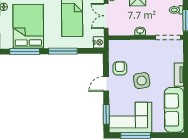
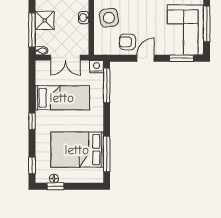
window: (63, 51) -> (107, 85), moved
side table: (142, 81) -> (109, 18), moved
door: (106, 84) -> (146, 58), swing flipped

